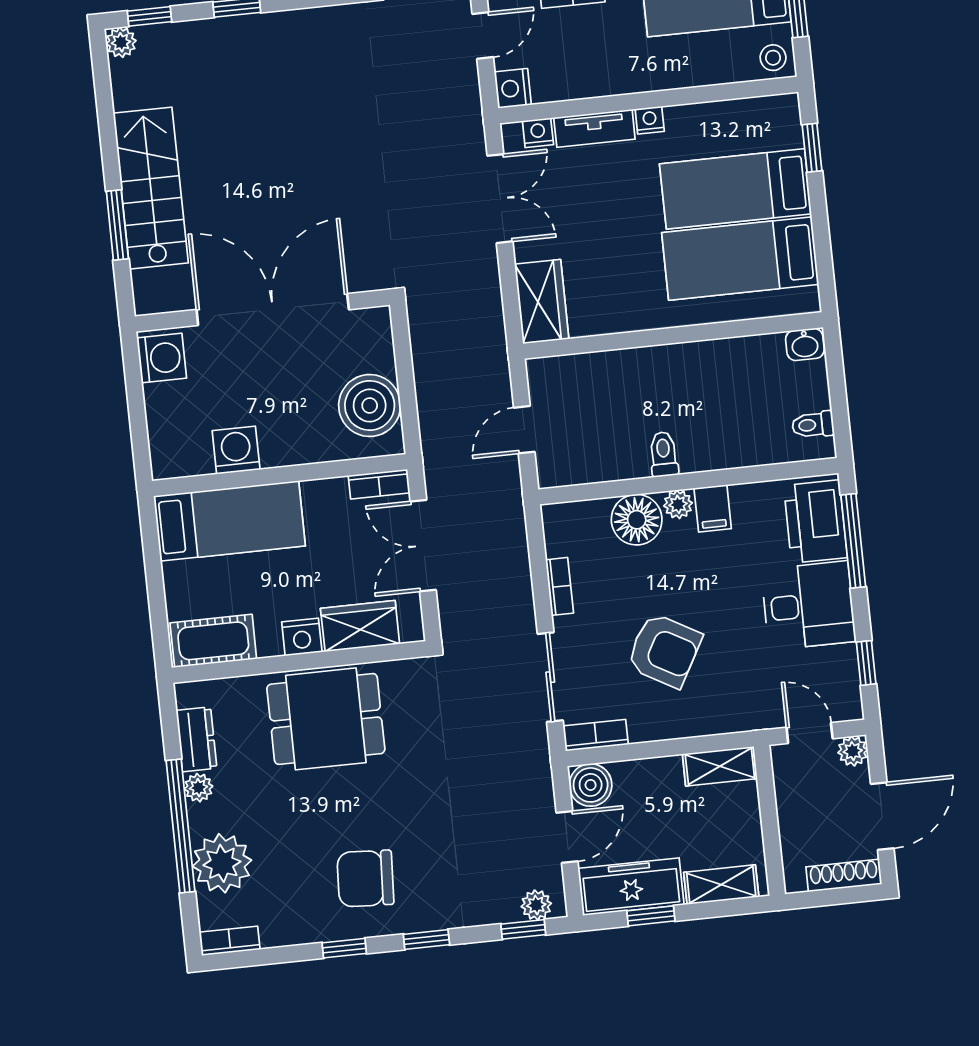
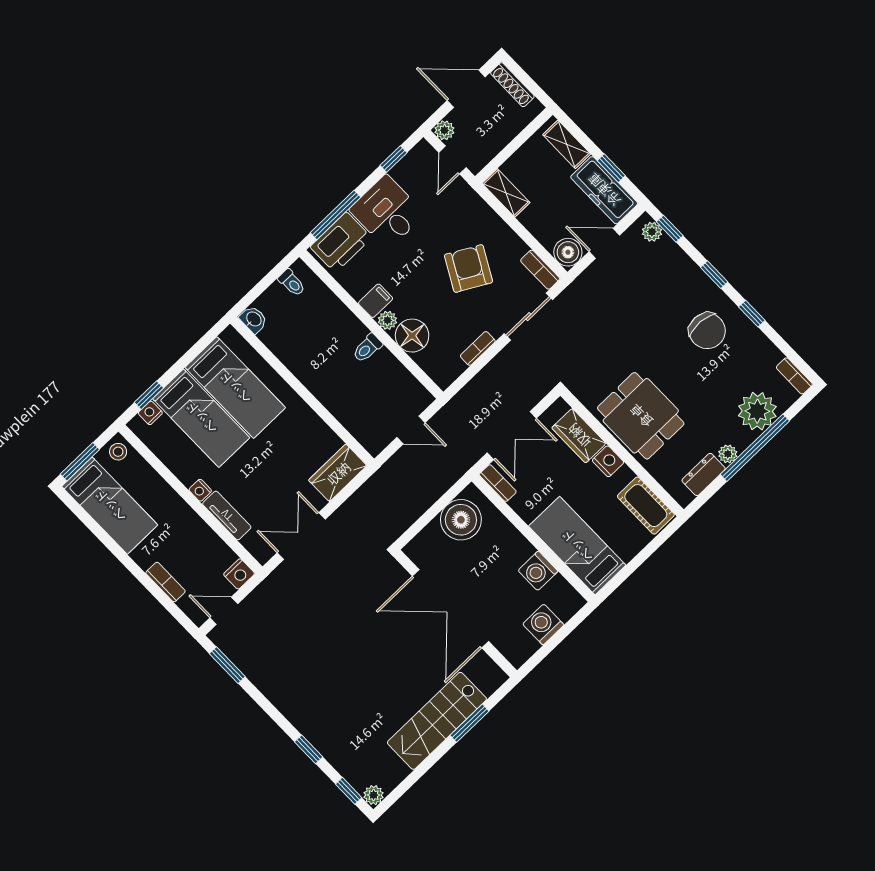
nightstand: (538, 133) -> (150, 413), moved, turned 90
washing machine: (162, 358) -> (543, 624), moved

